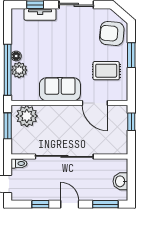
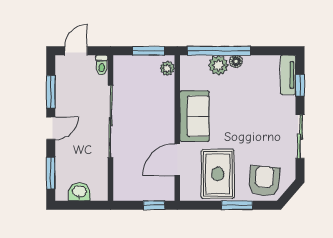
tv unit: (40, 14) -> (288, 75), moved
rug: (106, 71) -> (218, 174), width x1.36, depth x1.43
plant: (27, 116) -> (167, 68), width x0.53, depth x0.53
window: (40, 204) -> (51, 92), width x1.50

